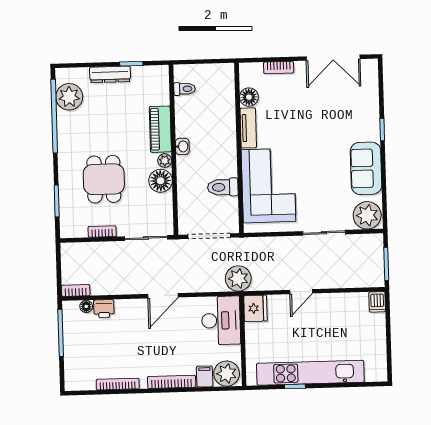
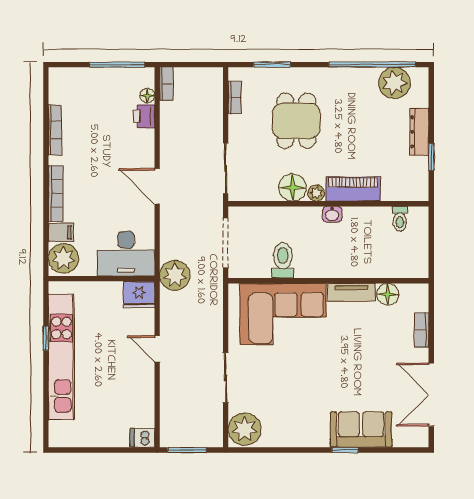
sofa: (366, 168) -> (361, 430), moved
dining table: (104, 179) -> (296, 121), turned 90
bookcase: (102, 232) -> (235, 98), moved

